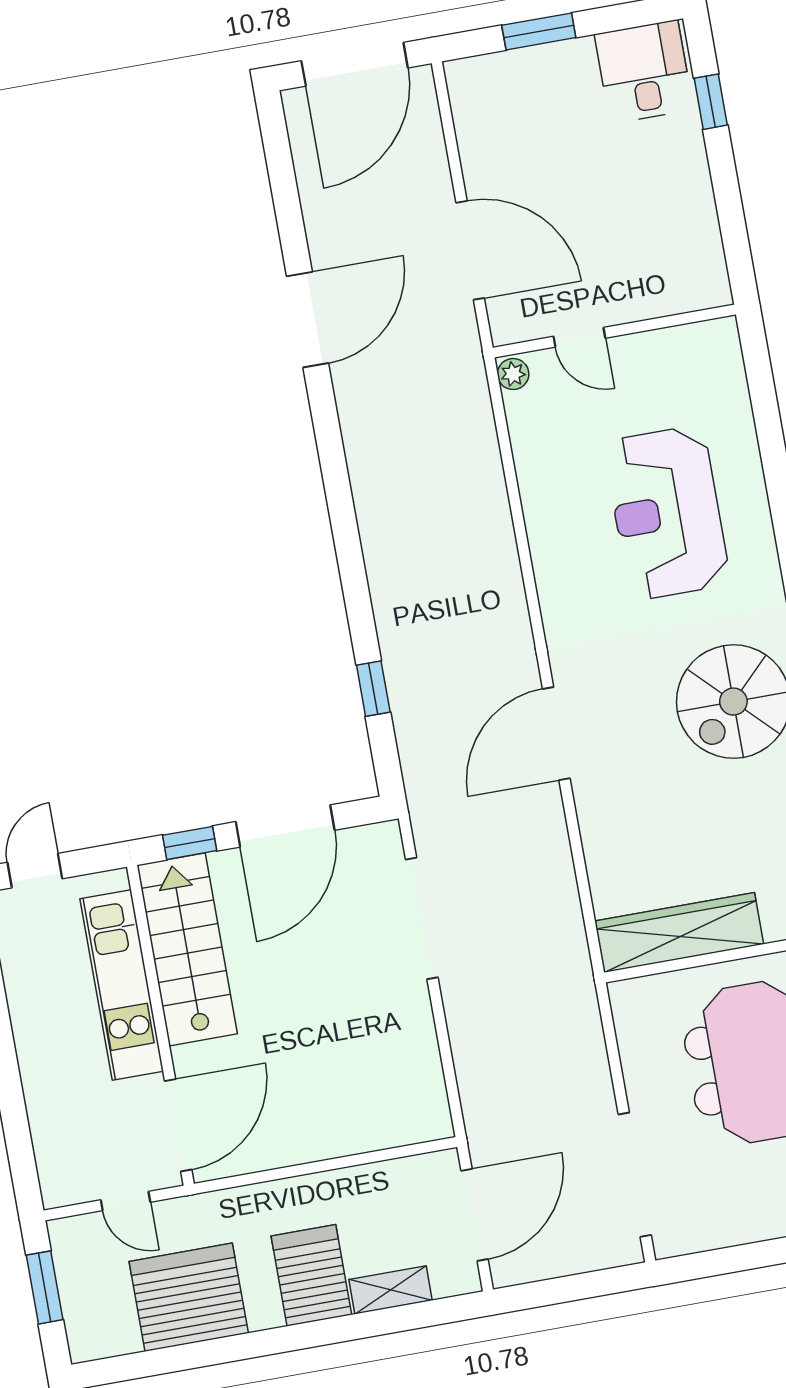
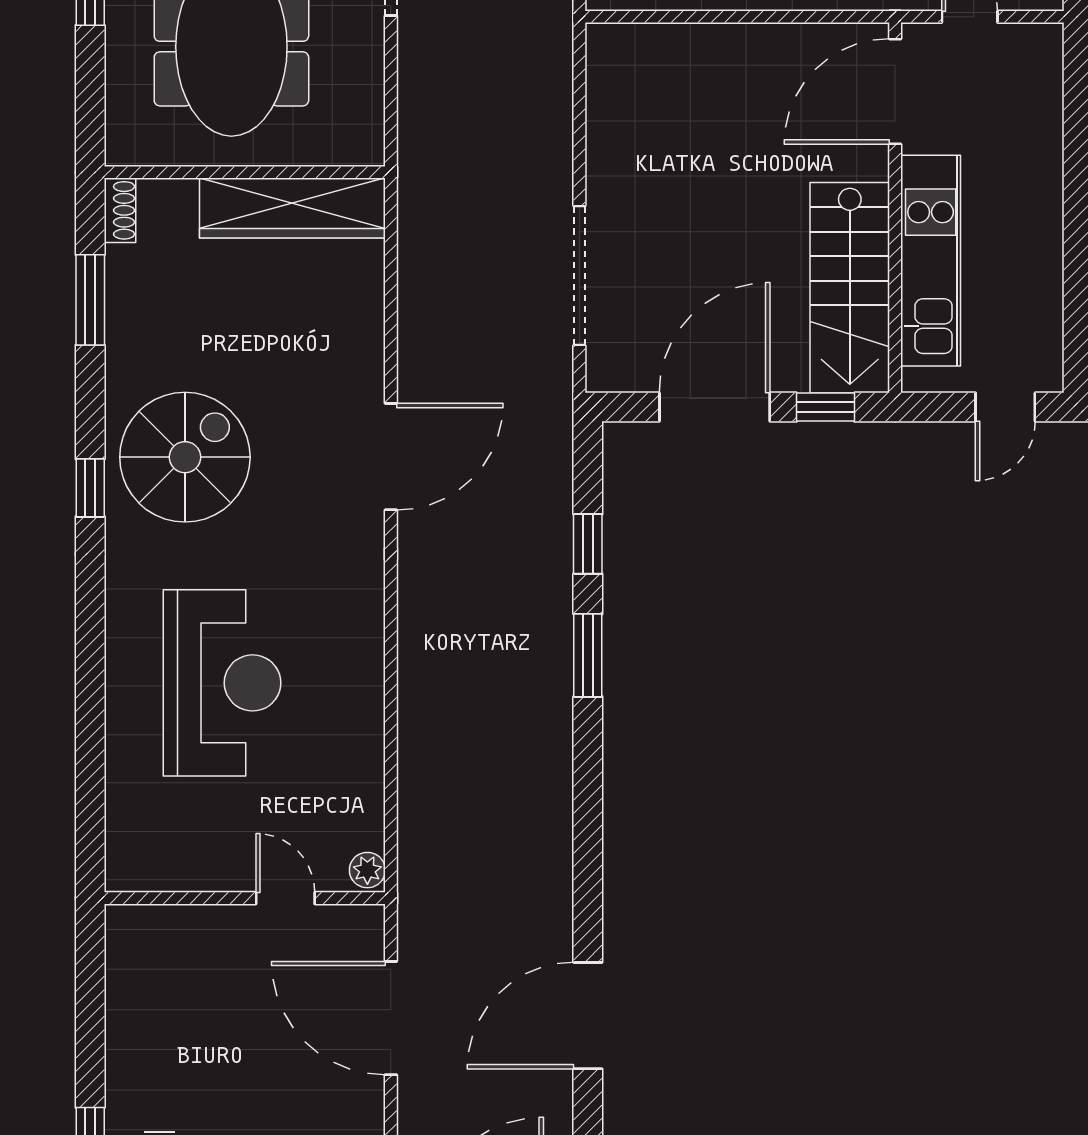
door: (308, 320) -> (588, 1016), moved
window: (356, 593) -> (588, 655), added

